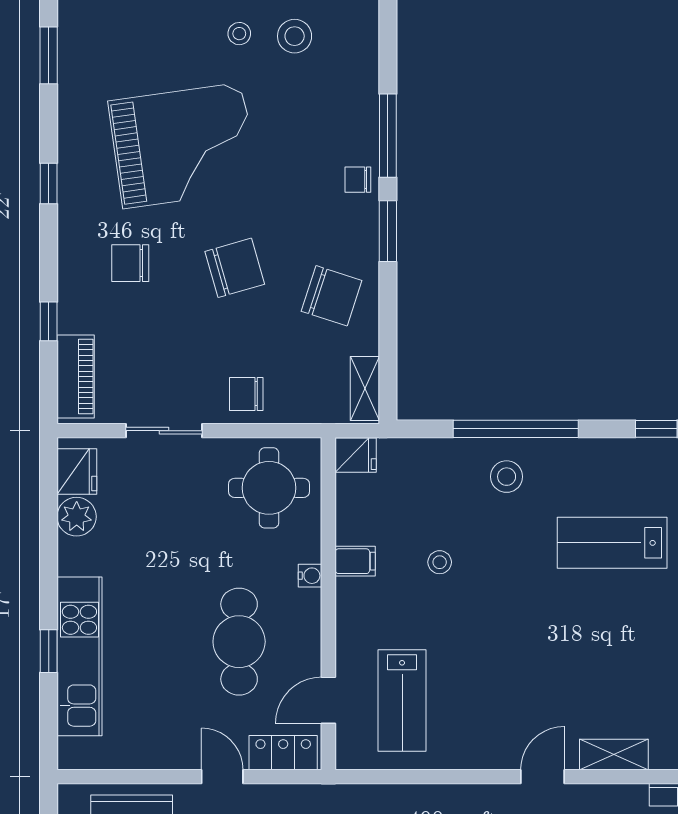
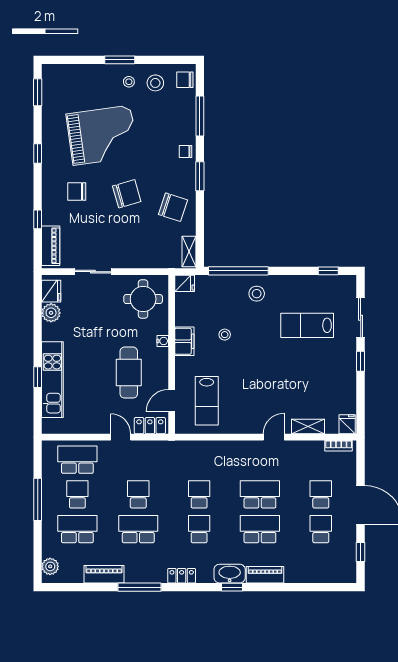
window: (388, 136) -> (200, 116), moved
chair: (246, 394) -> (185, 80), moved
window: (516, 429) -> (238, 271), moved
filing cabinet: (355, 561) -> (184, 341), width x2.00

